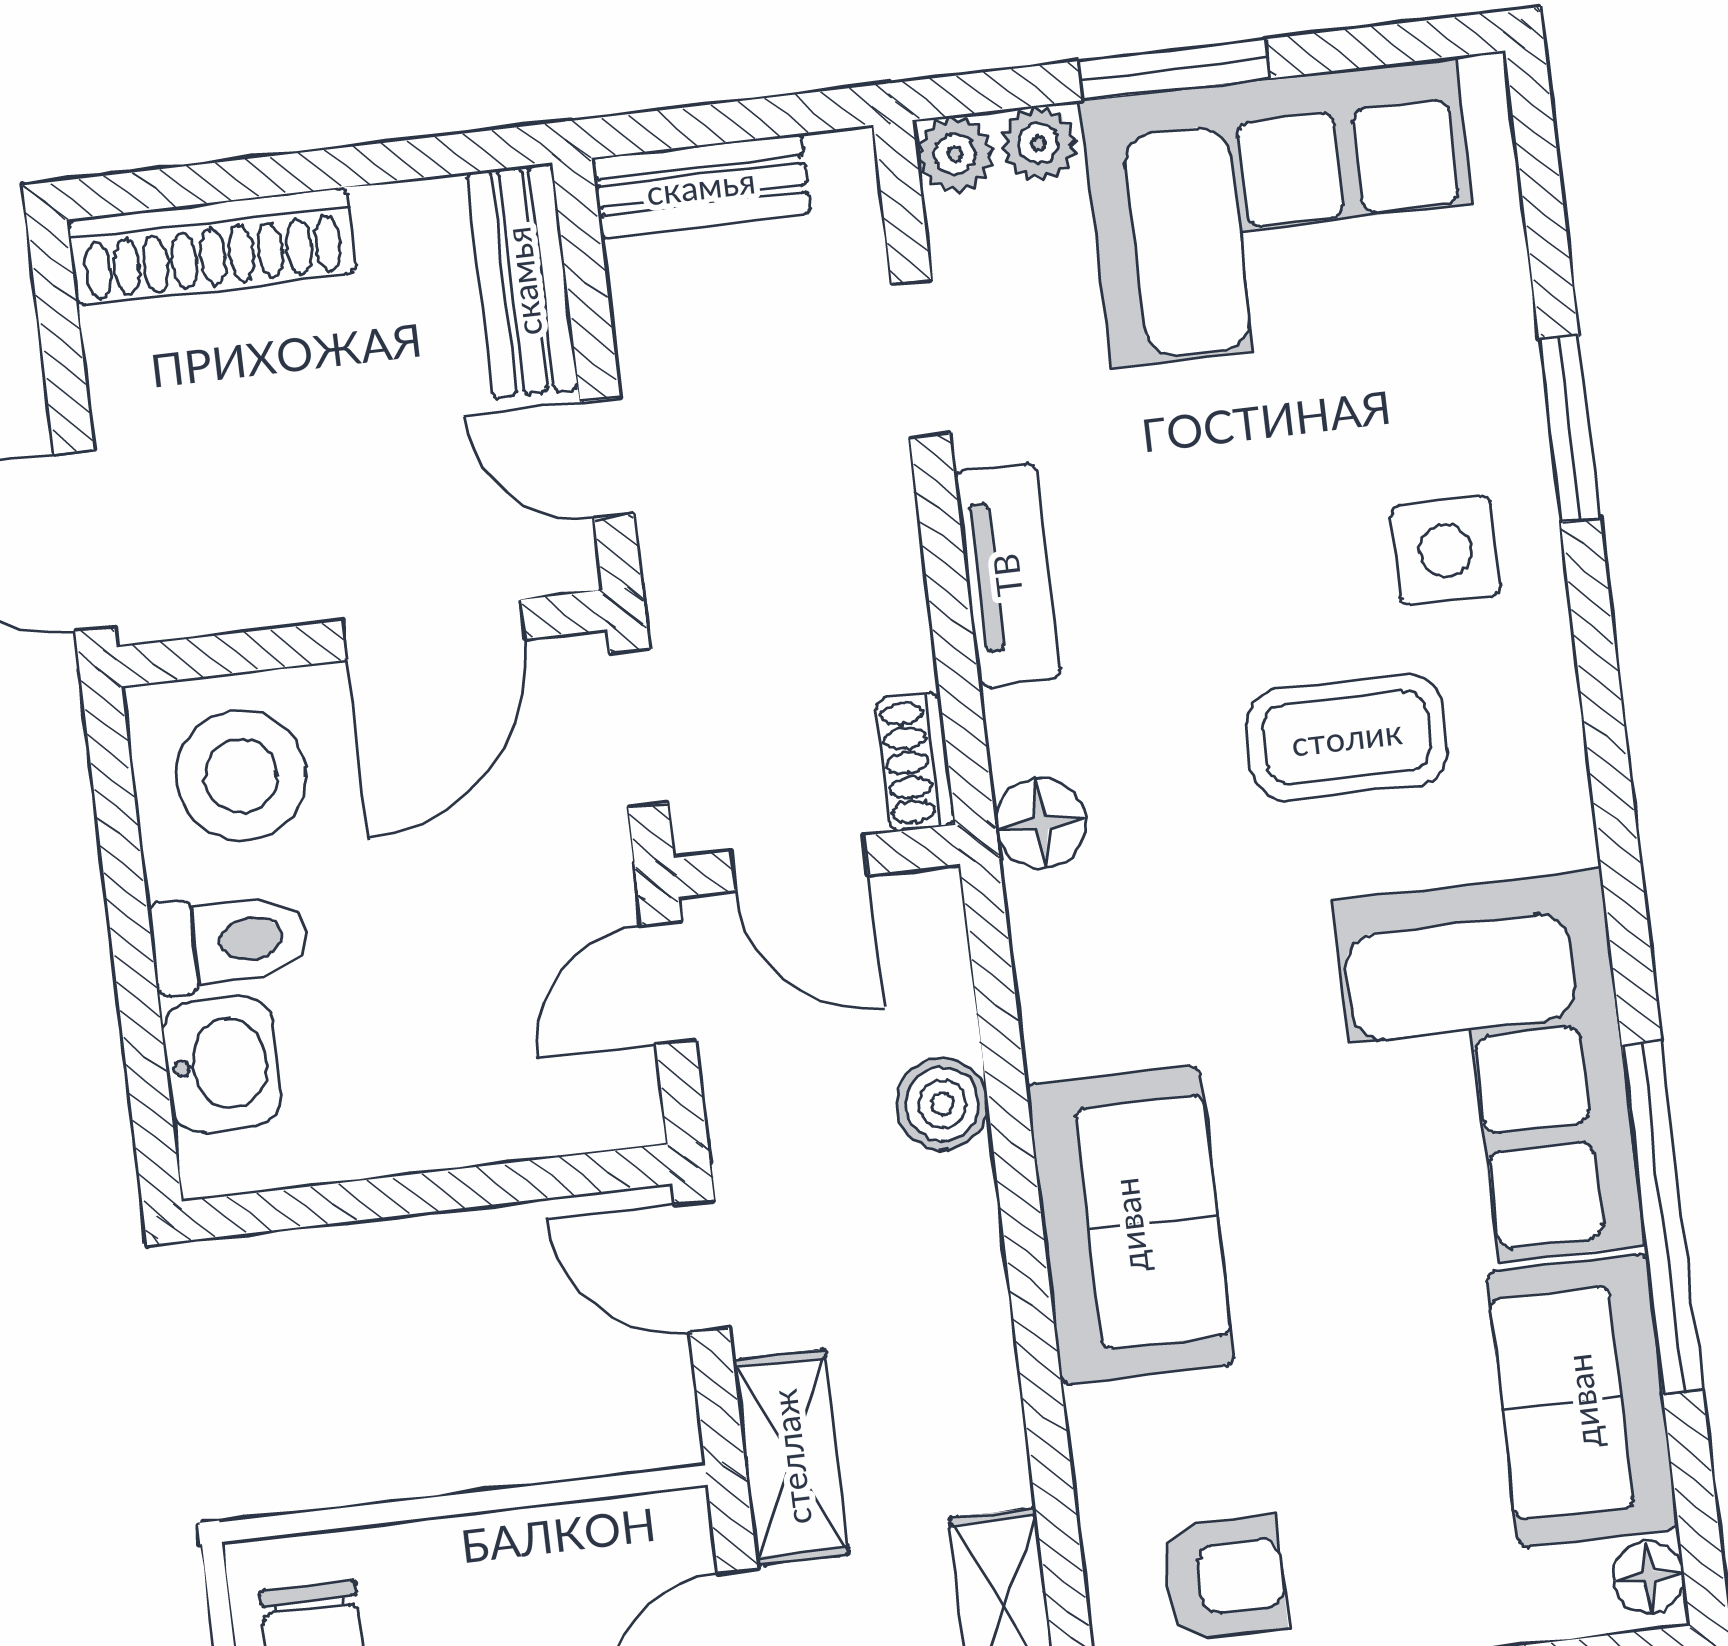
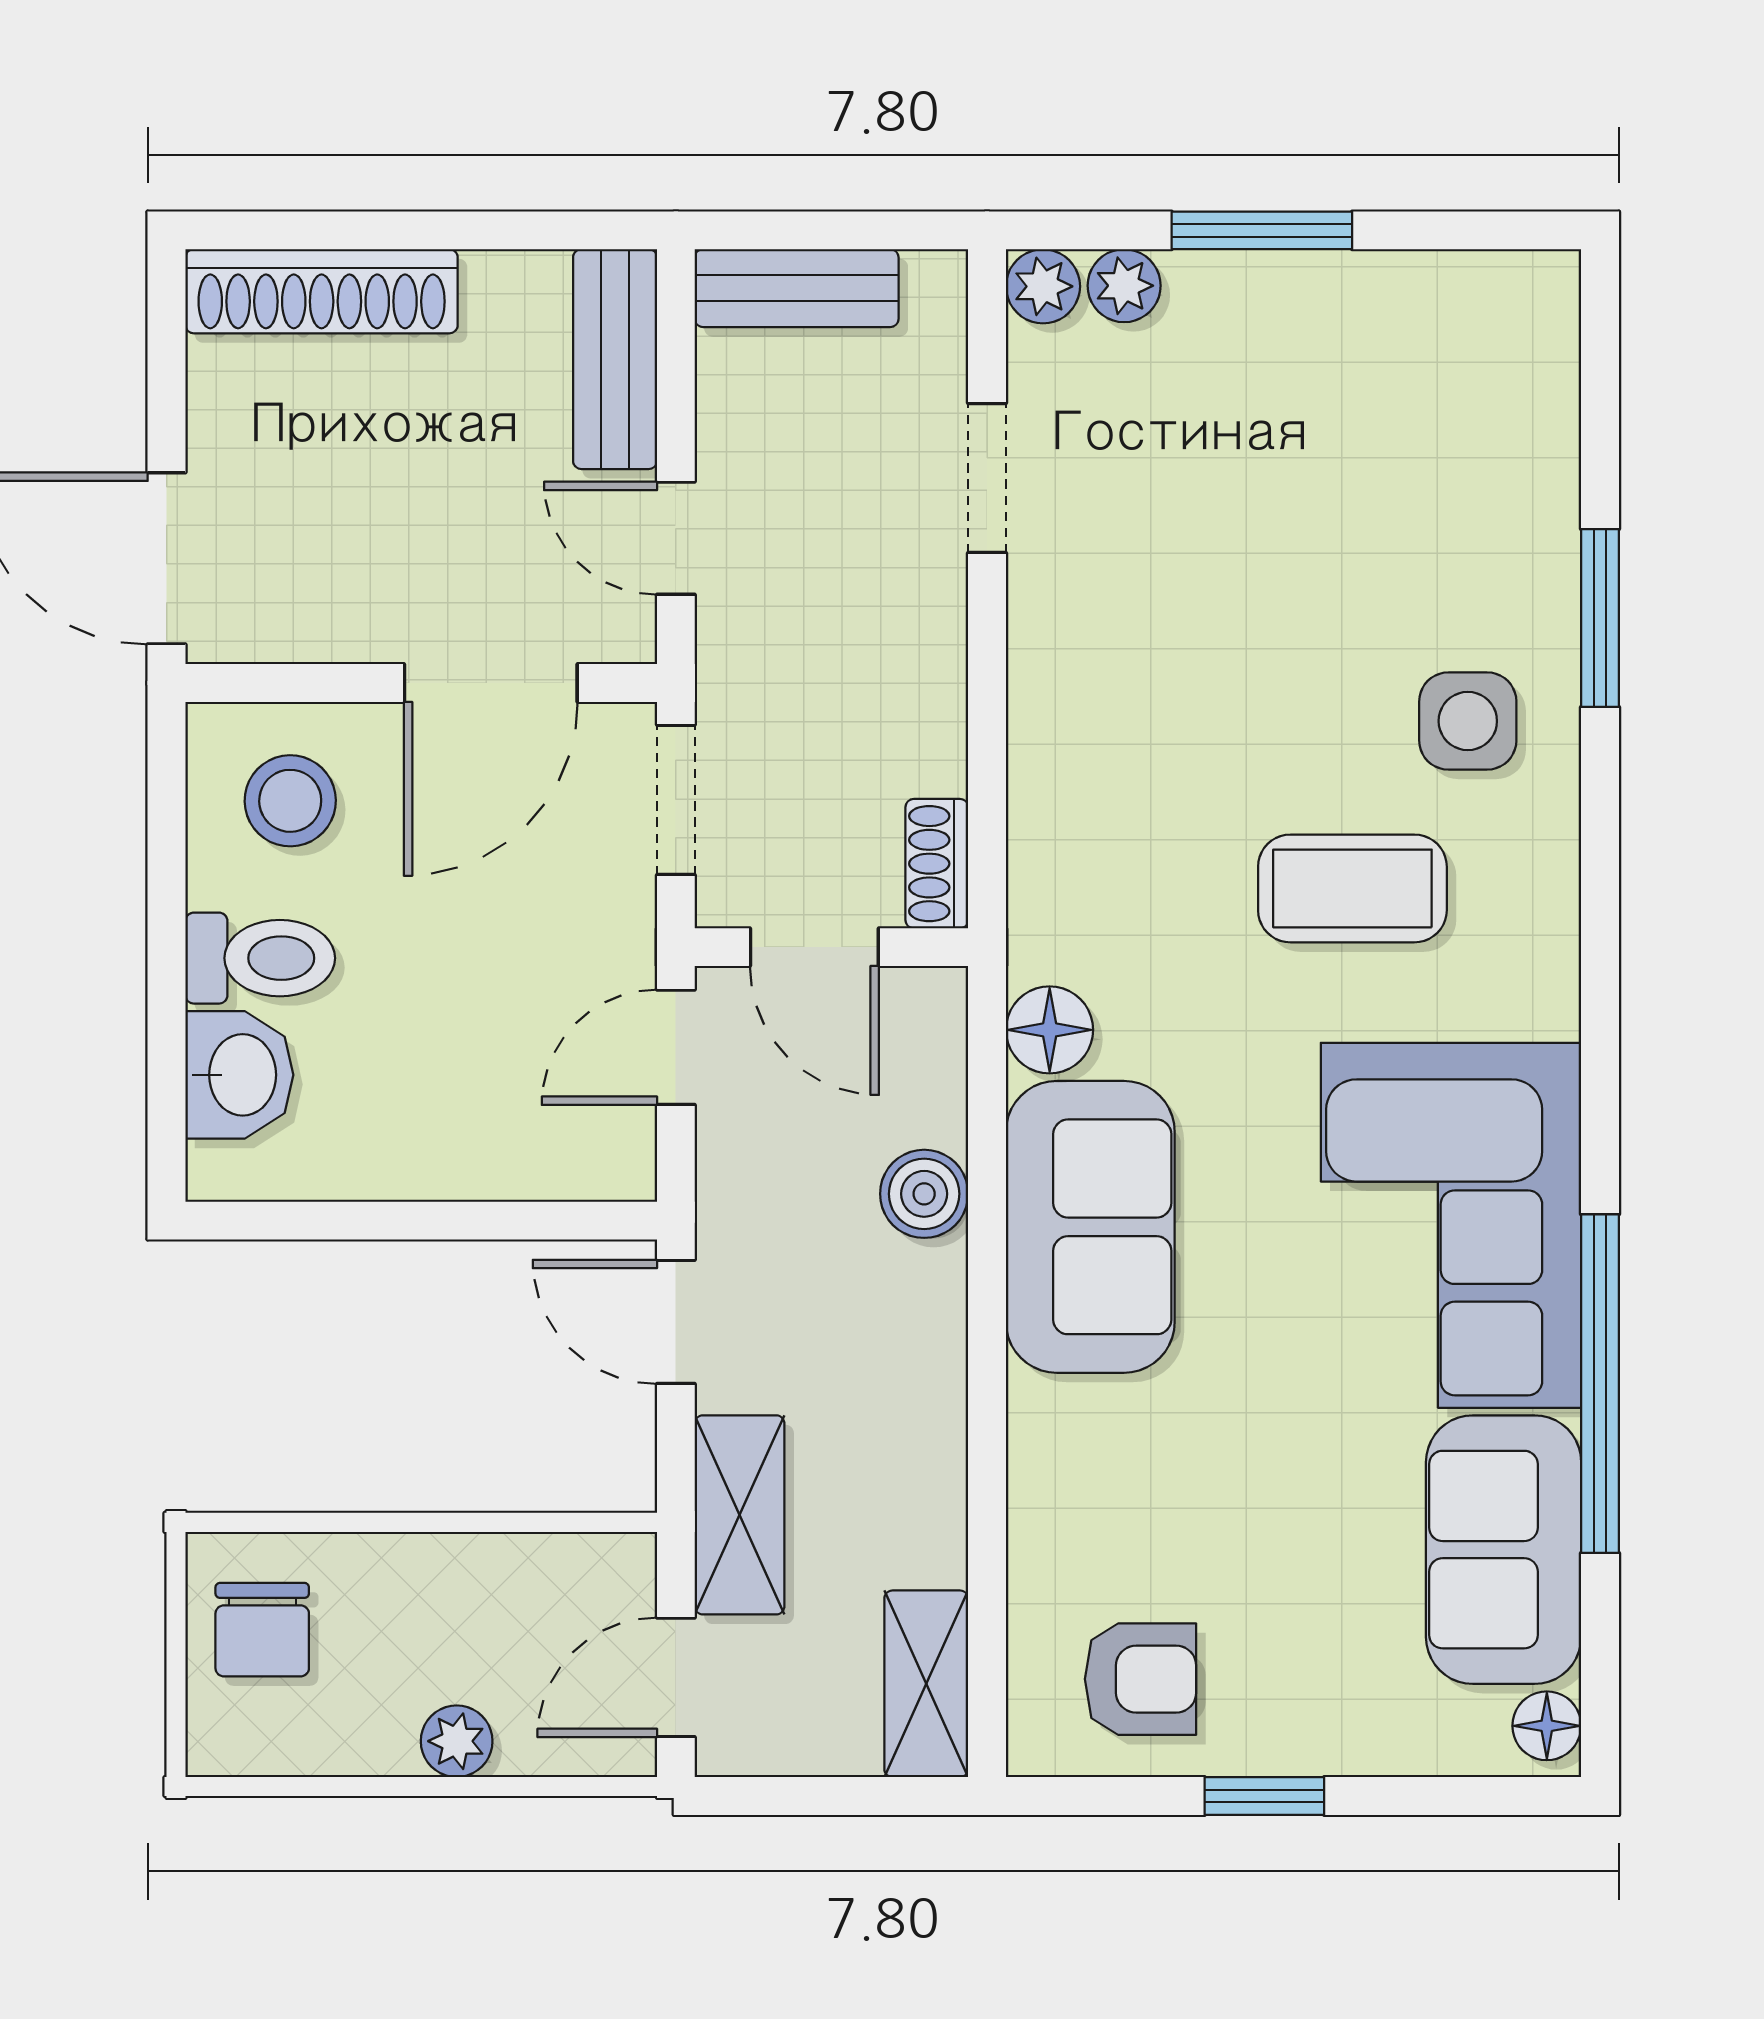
corner sofa: (1283, 213) -> (1350, 379), removed
tv unit: (1007, 575) -> (1046, 695), removed
stool: (241, 776) -> (290, 801), width x0.73, depth x0.73
floor lamp: (1040, 823) -> (1050, 1030), moved
sofa: (1130, 1225) -> (1090, 1227), moved

